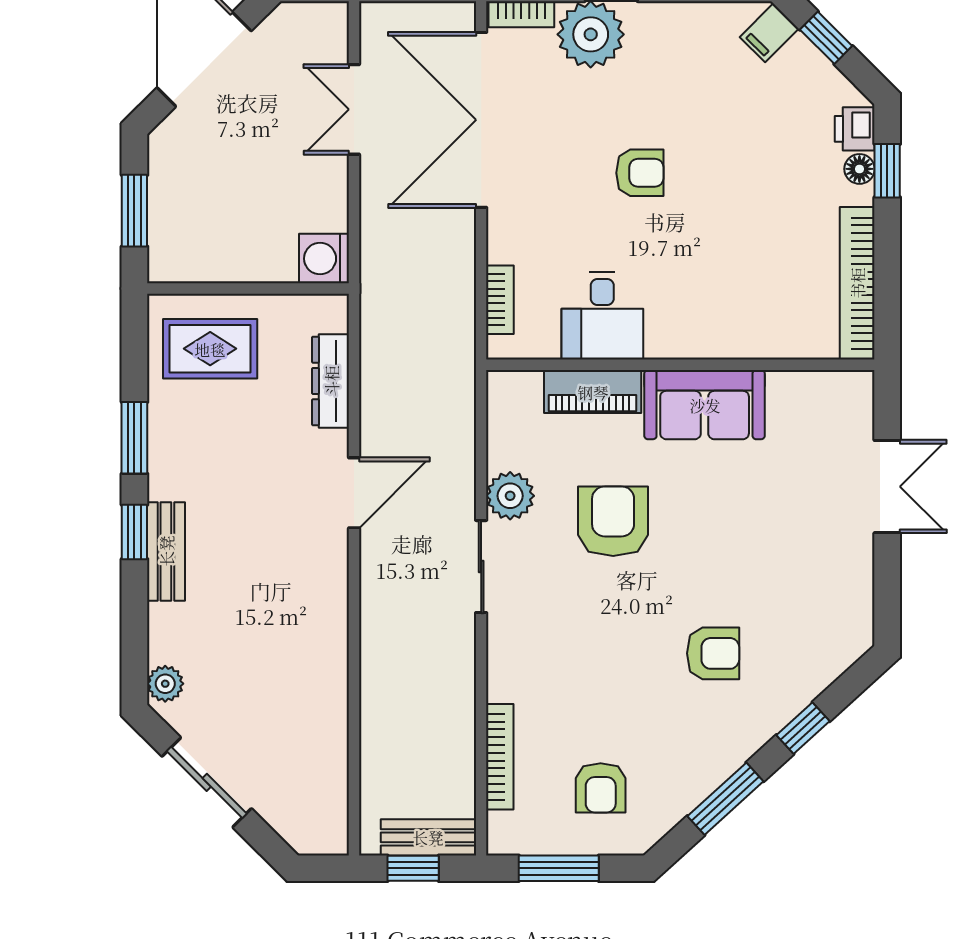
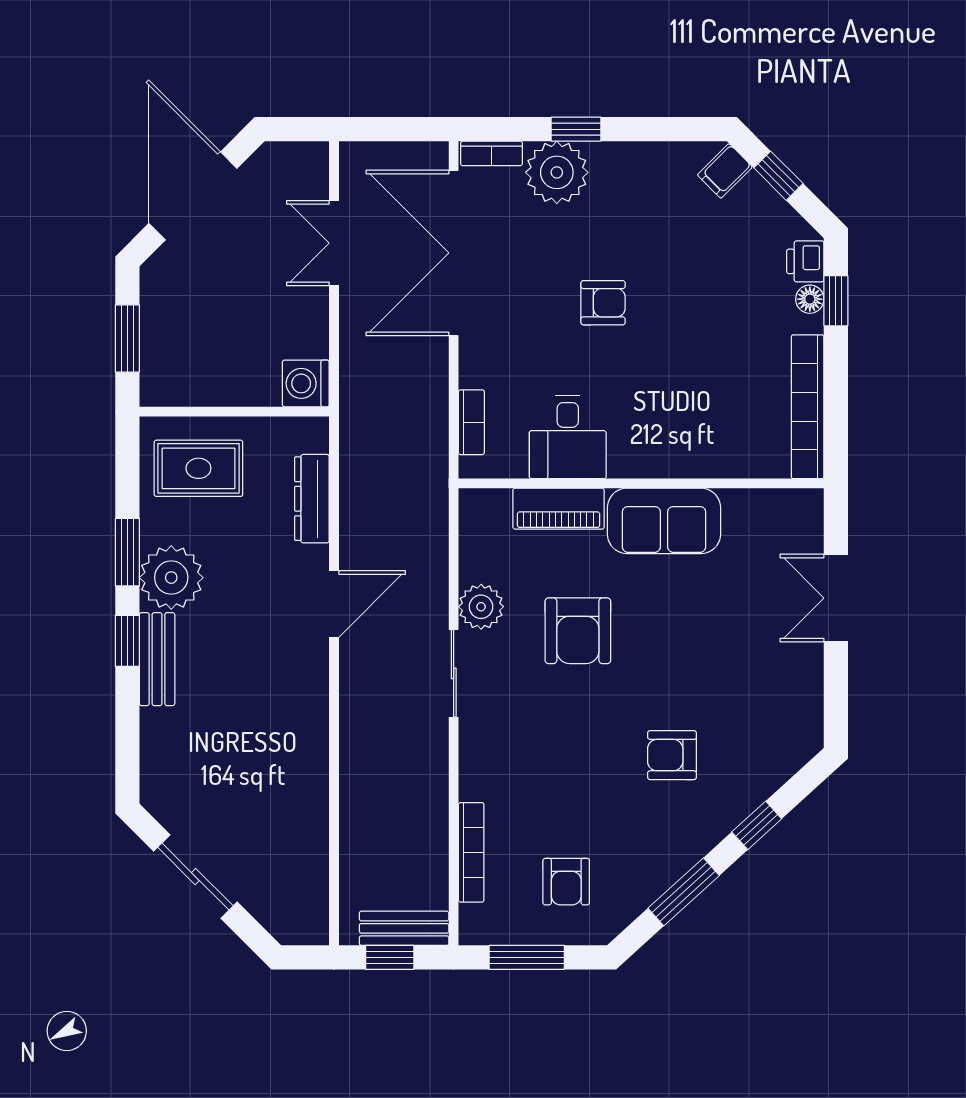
double door: (887, 487) -> (836, 598), swing flipped
armchair: (613, 521) -> (578, 631), turned 180
armchair: (713, 653) -> (672, 755), turned 180
plant: (165, 684) -> (171, 578), moved, width x1.88, depth x1.88

